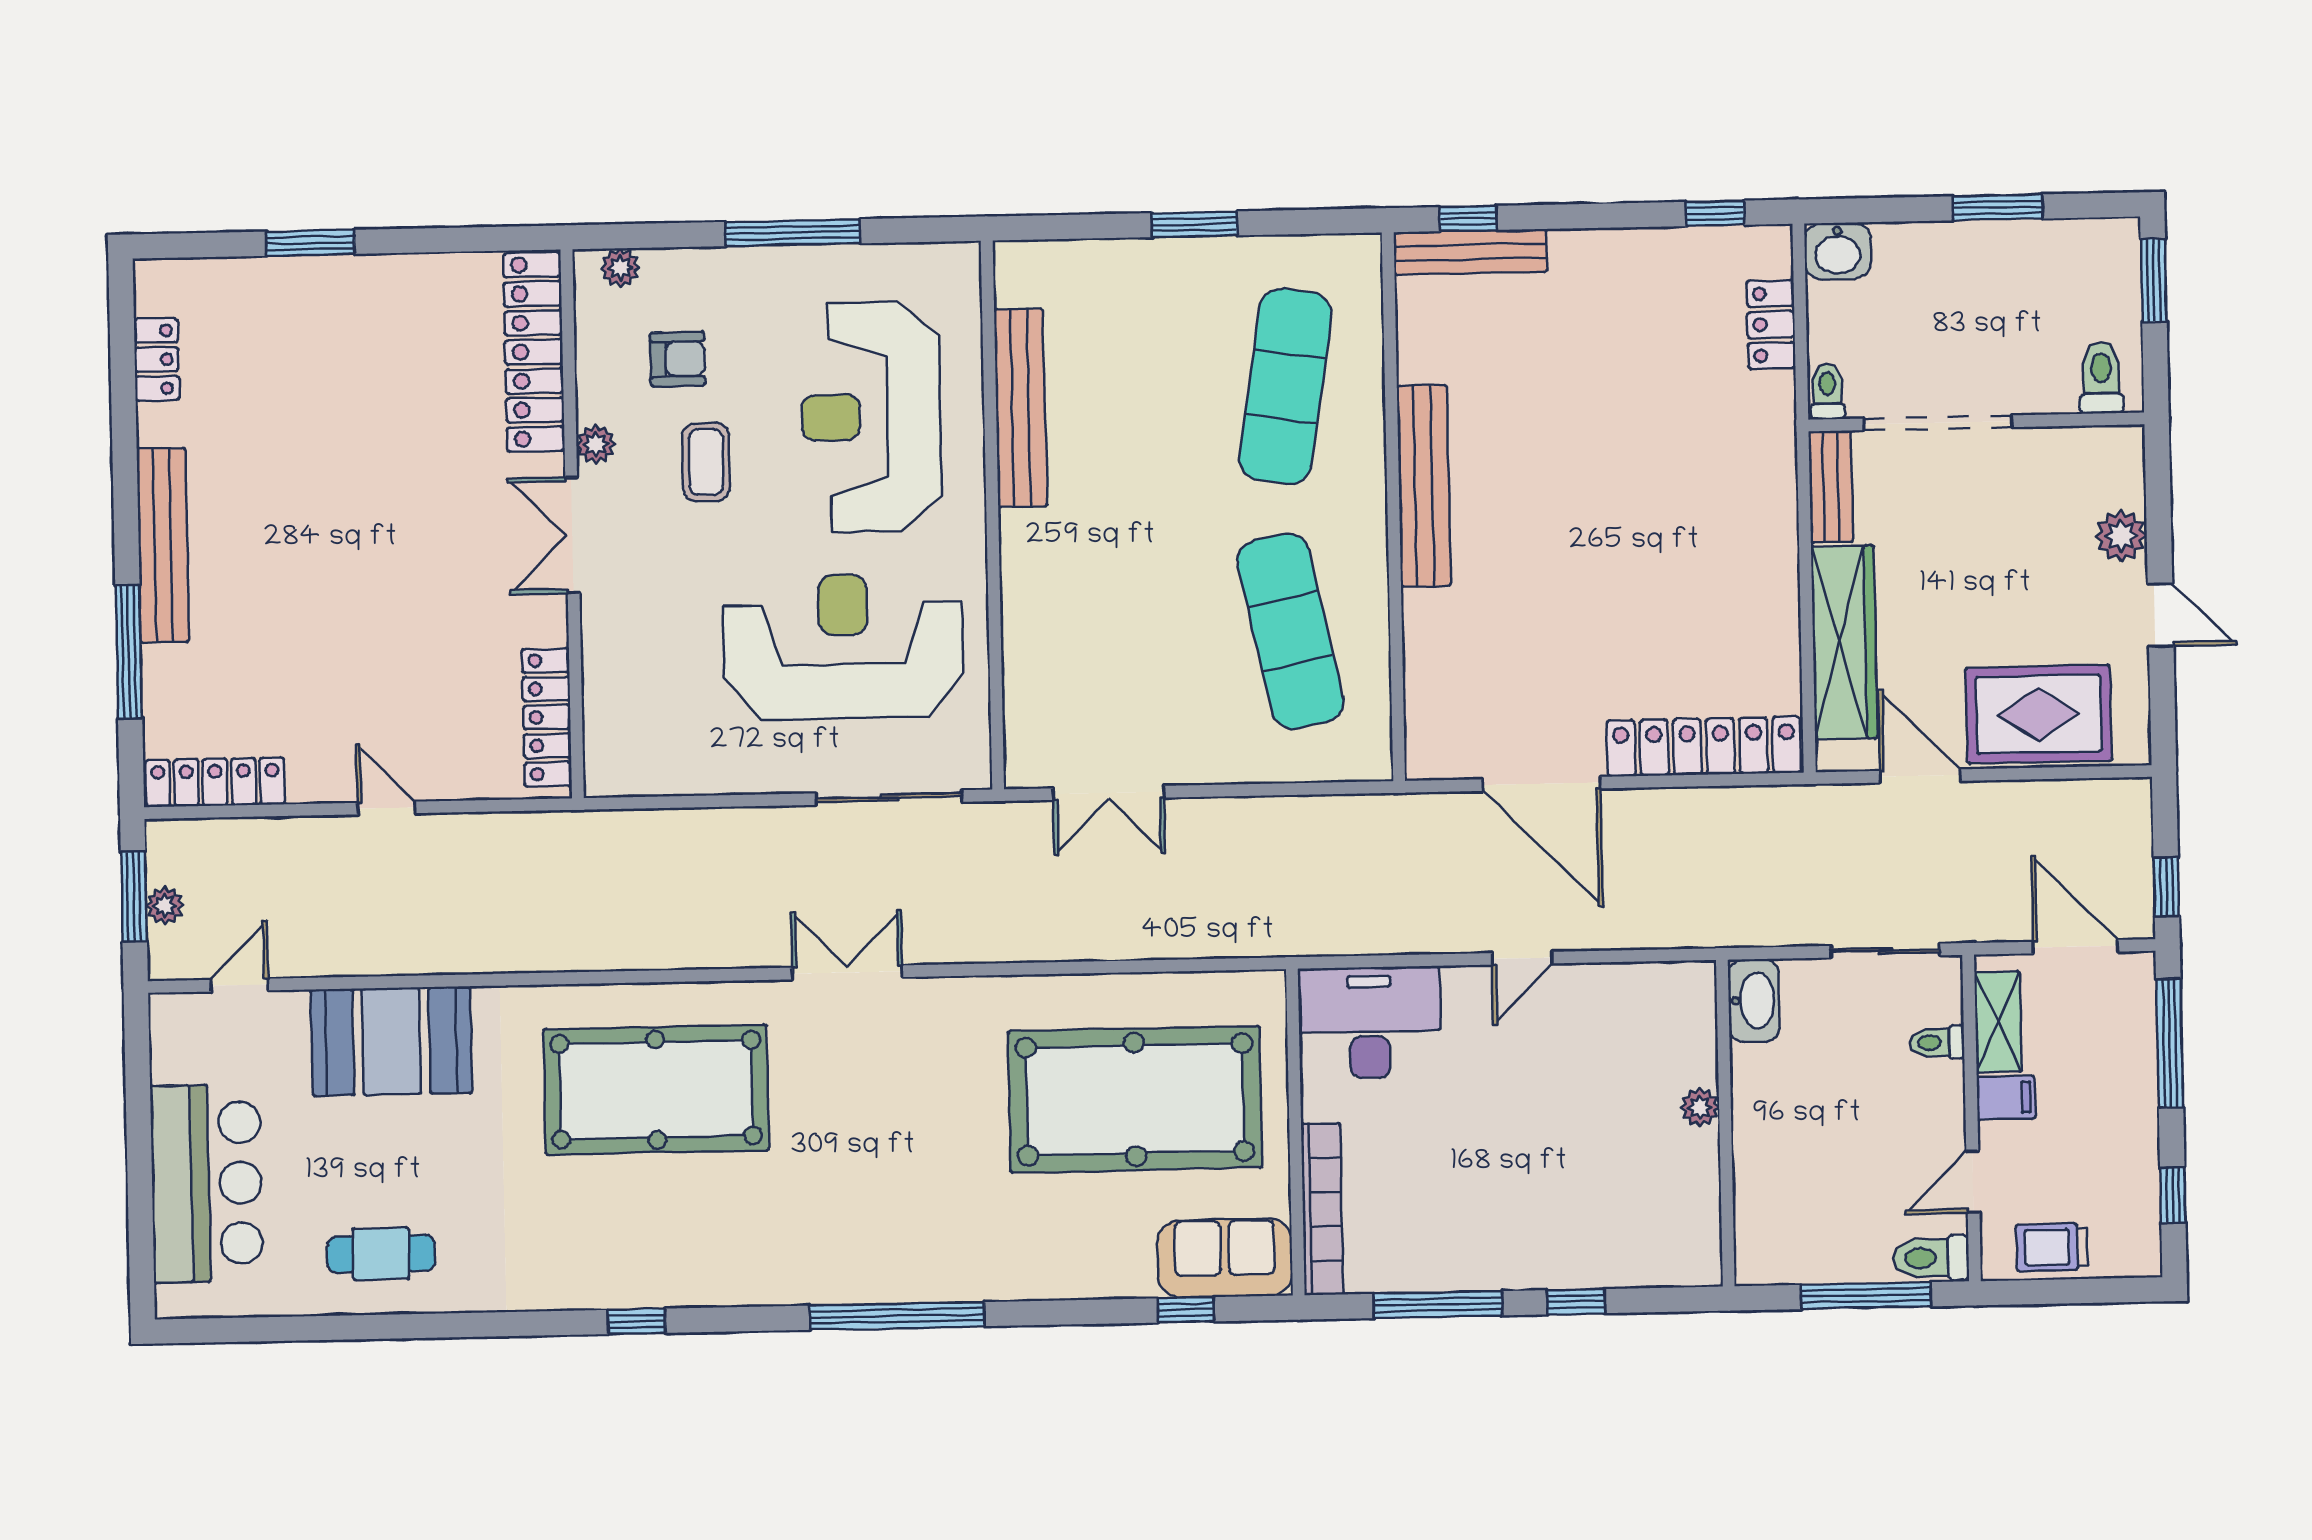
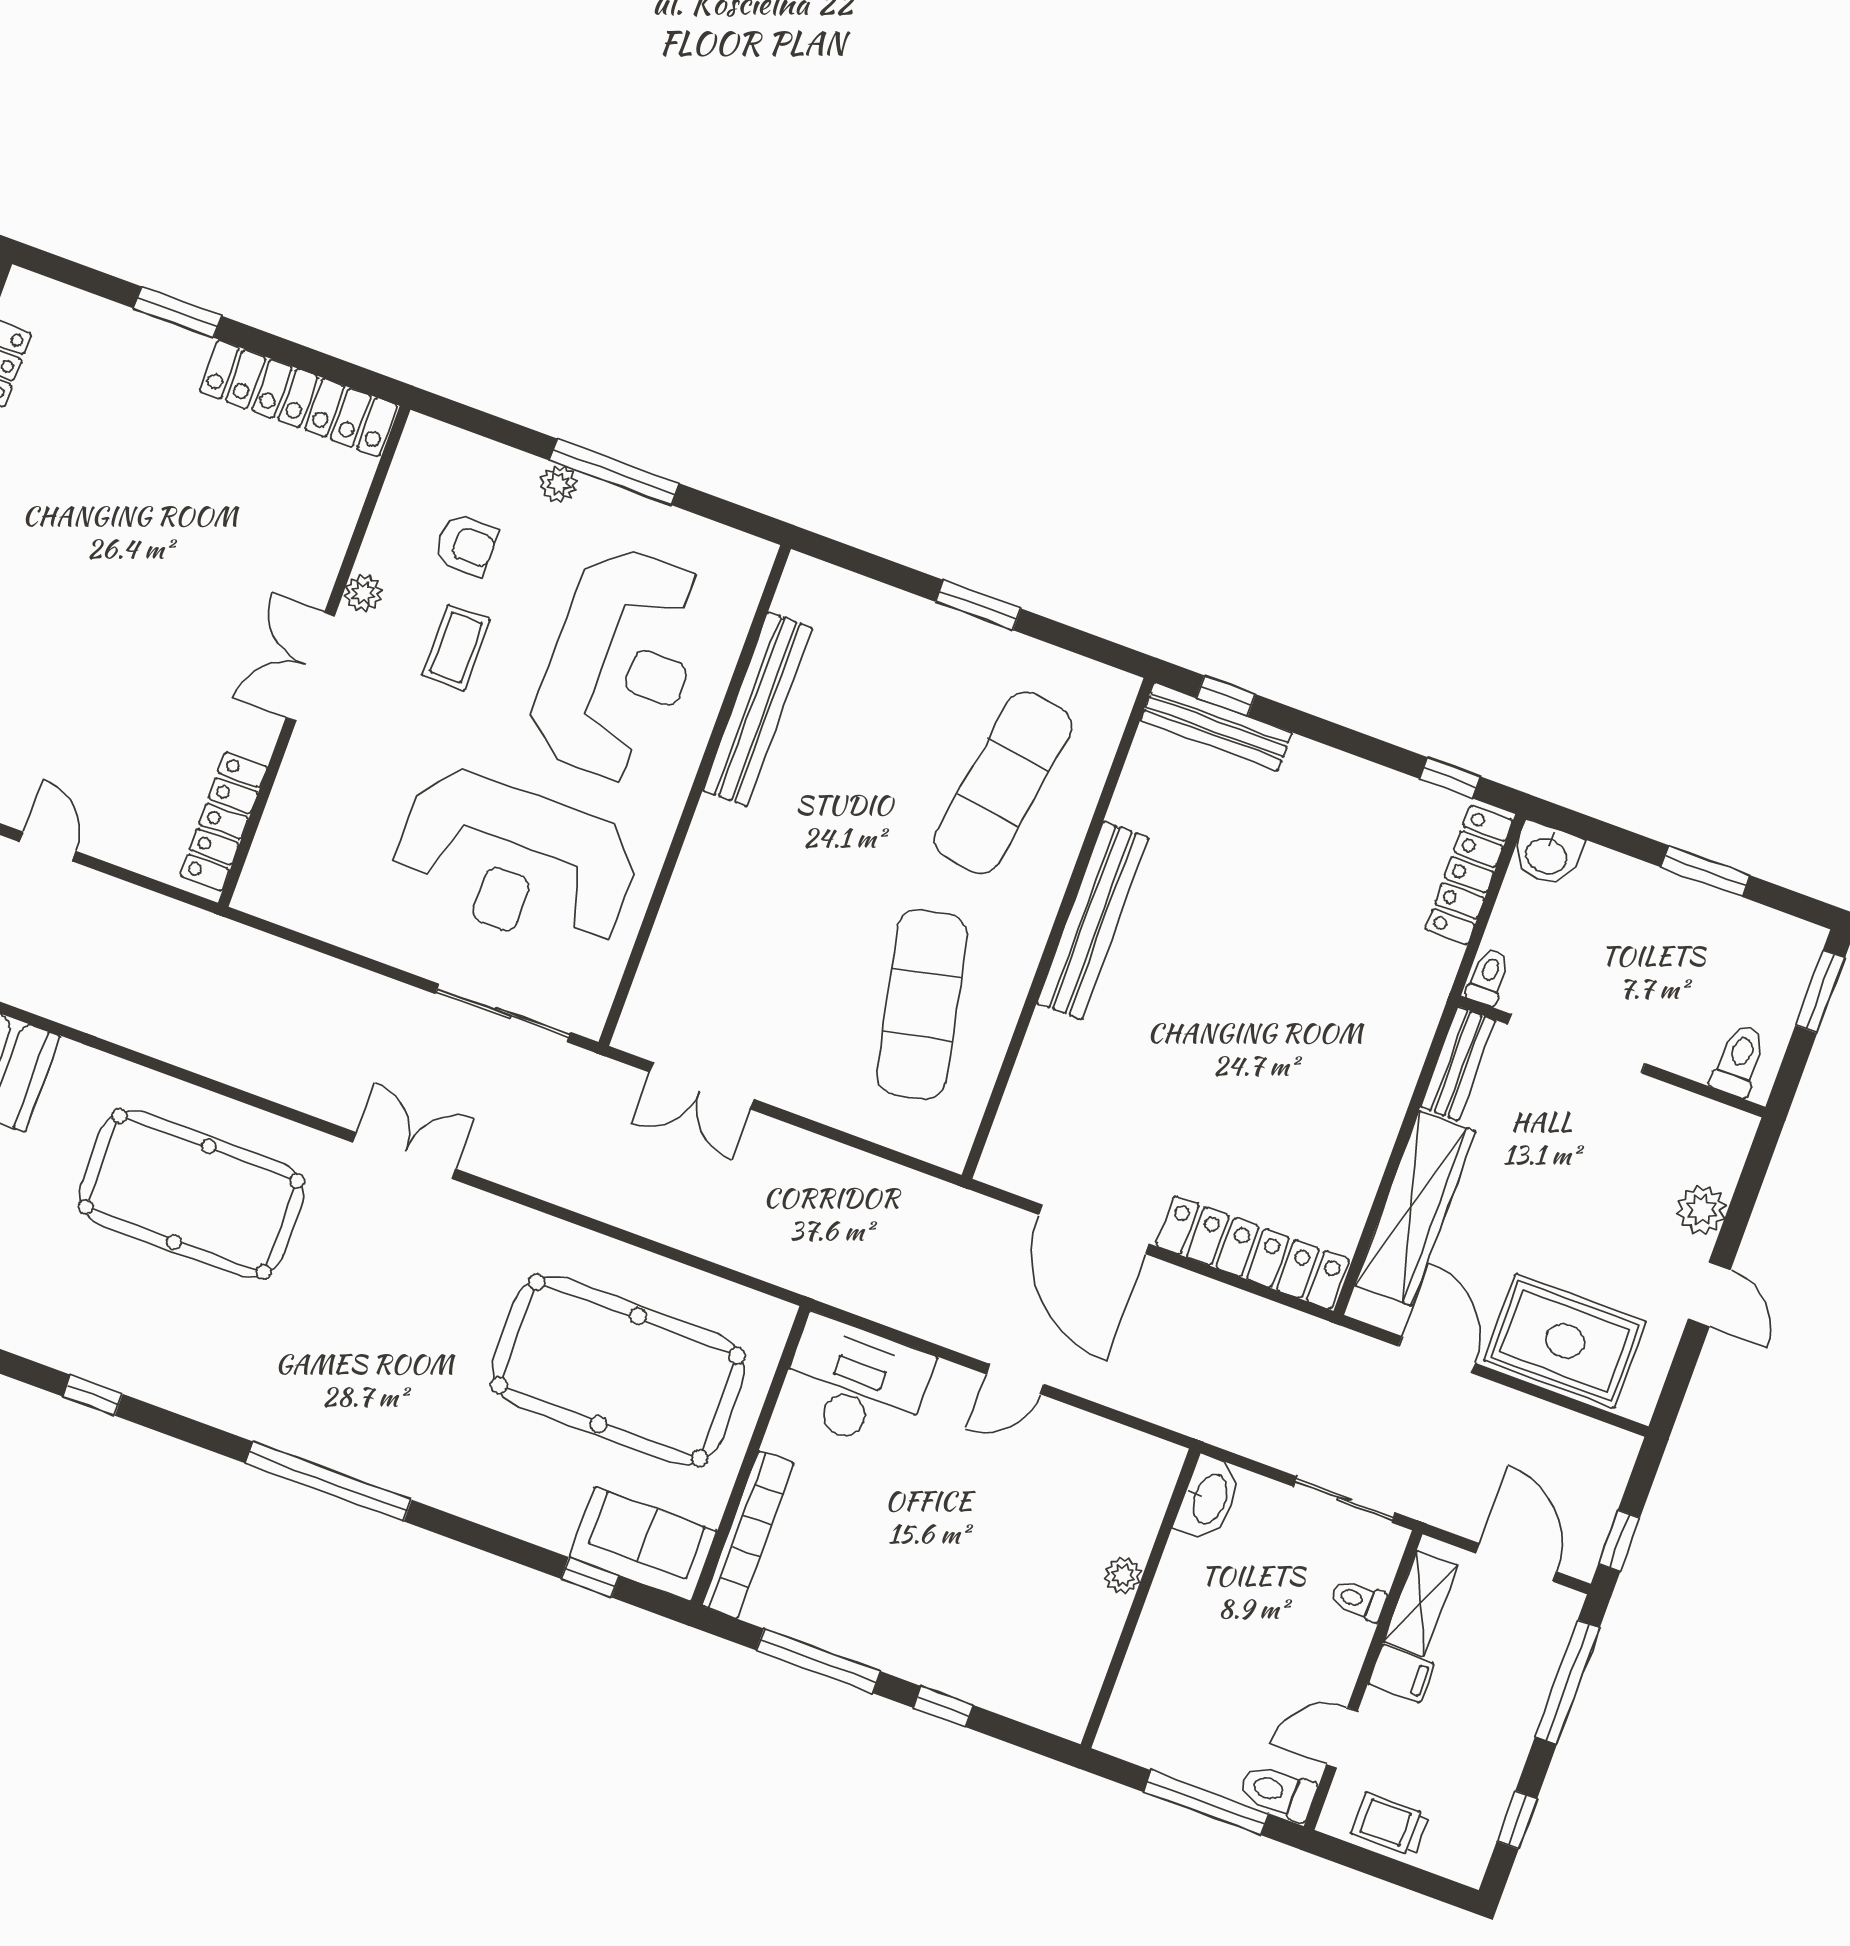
plant: (620, 268) -> (558, 484), moved
locker: (1771, 325) -> (1469, 875), width x1.53
locker: (534, 352) -> (298, 398), moved, turned -90
reception desk: (871, 417) -> (620, 665), turned 180
reception desk: (844, 647) -> (515, 861), turned 180

